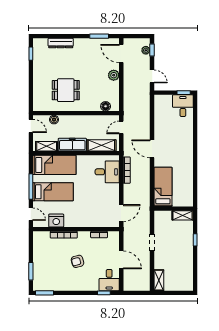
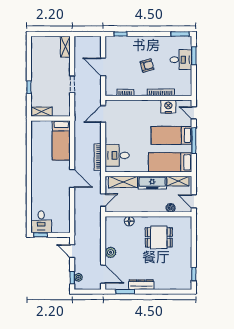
dresser: (61, 43) -> (141, 285), moved
floor lamp: (106, 106) -> (129, 221), moved
desk: (109, 280) -> (181, 60), moved, turned 90

